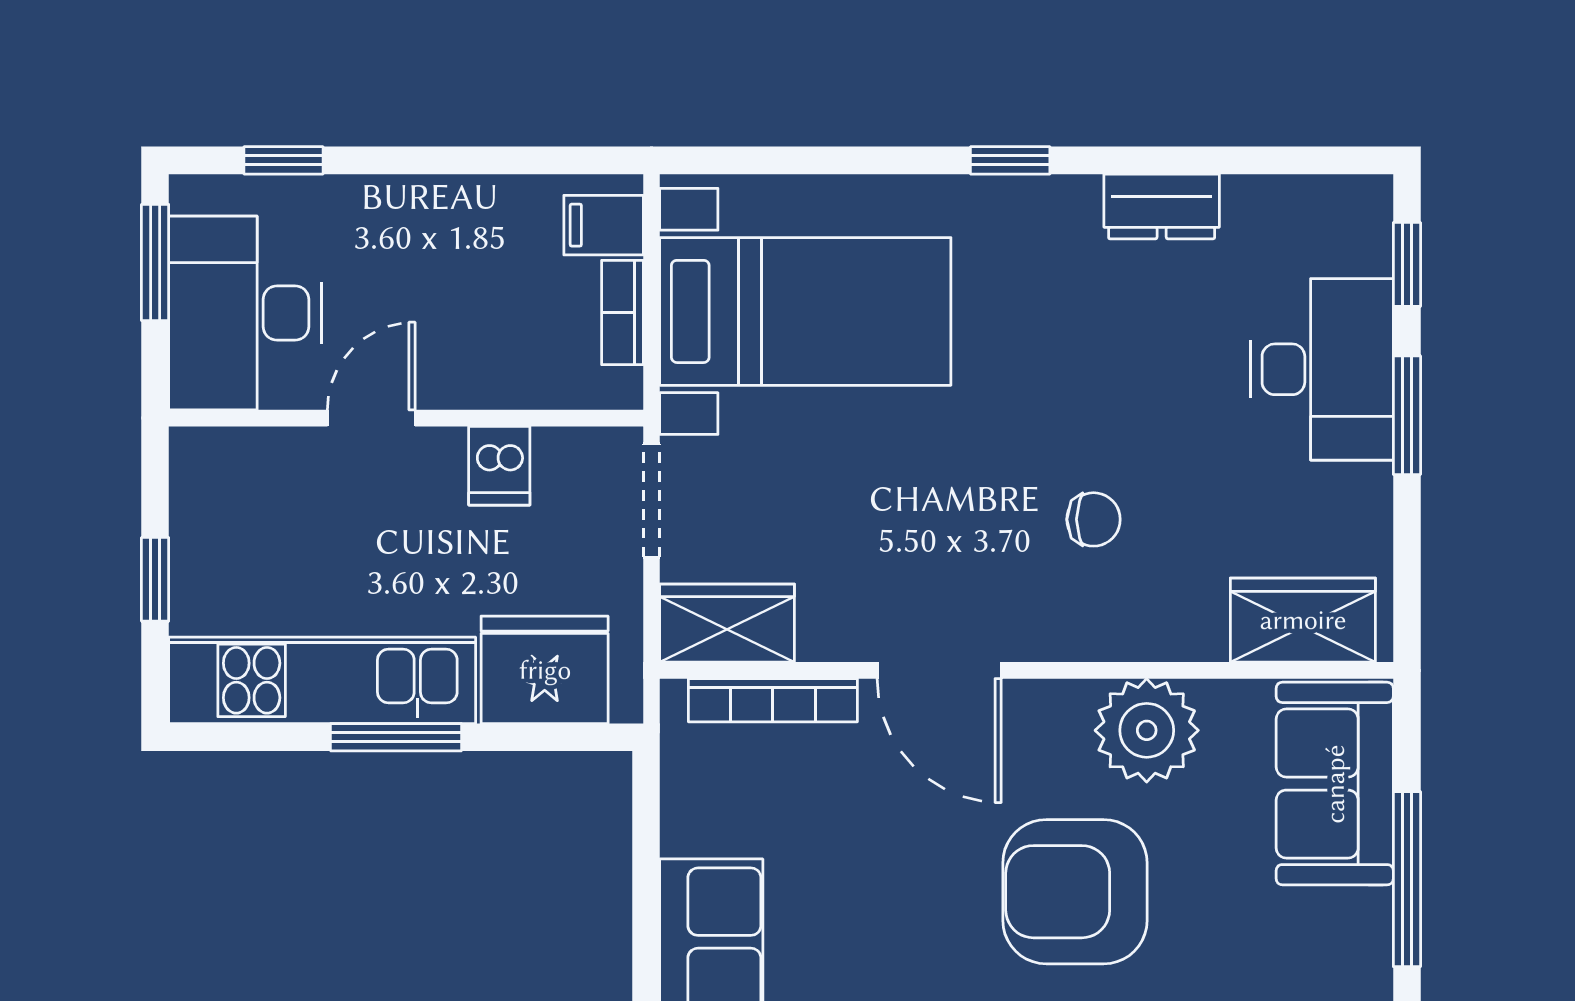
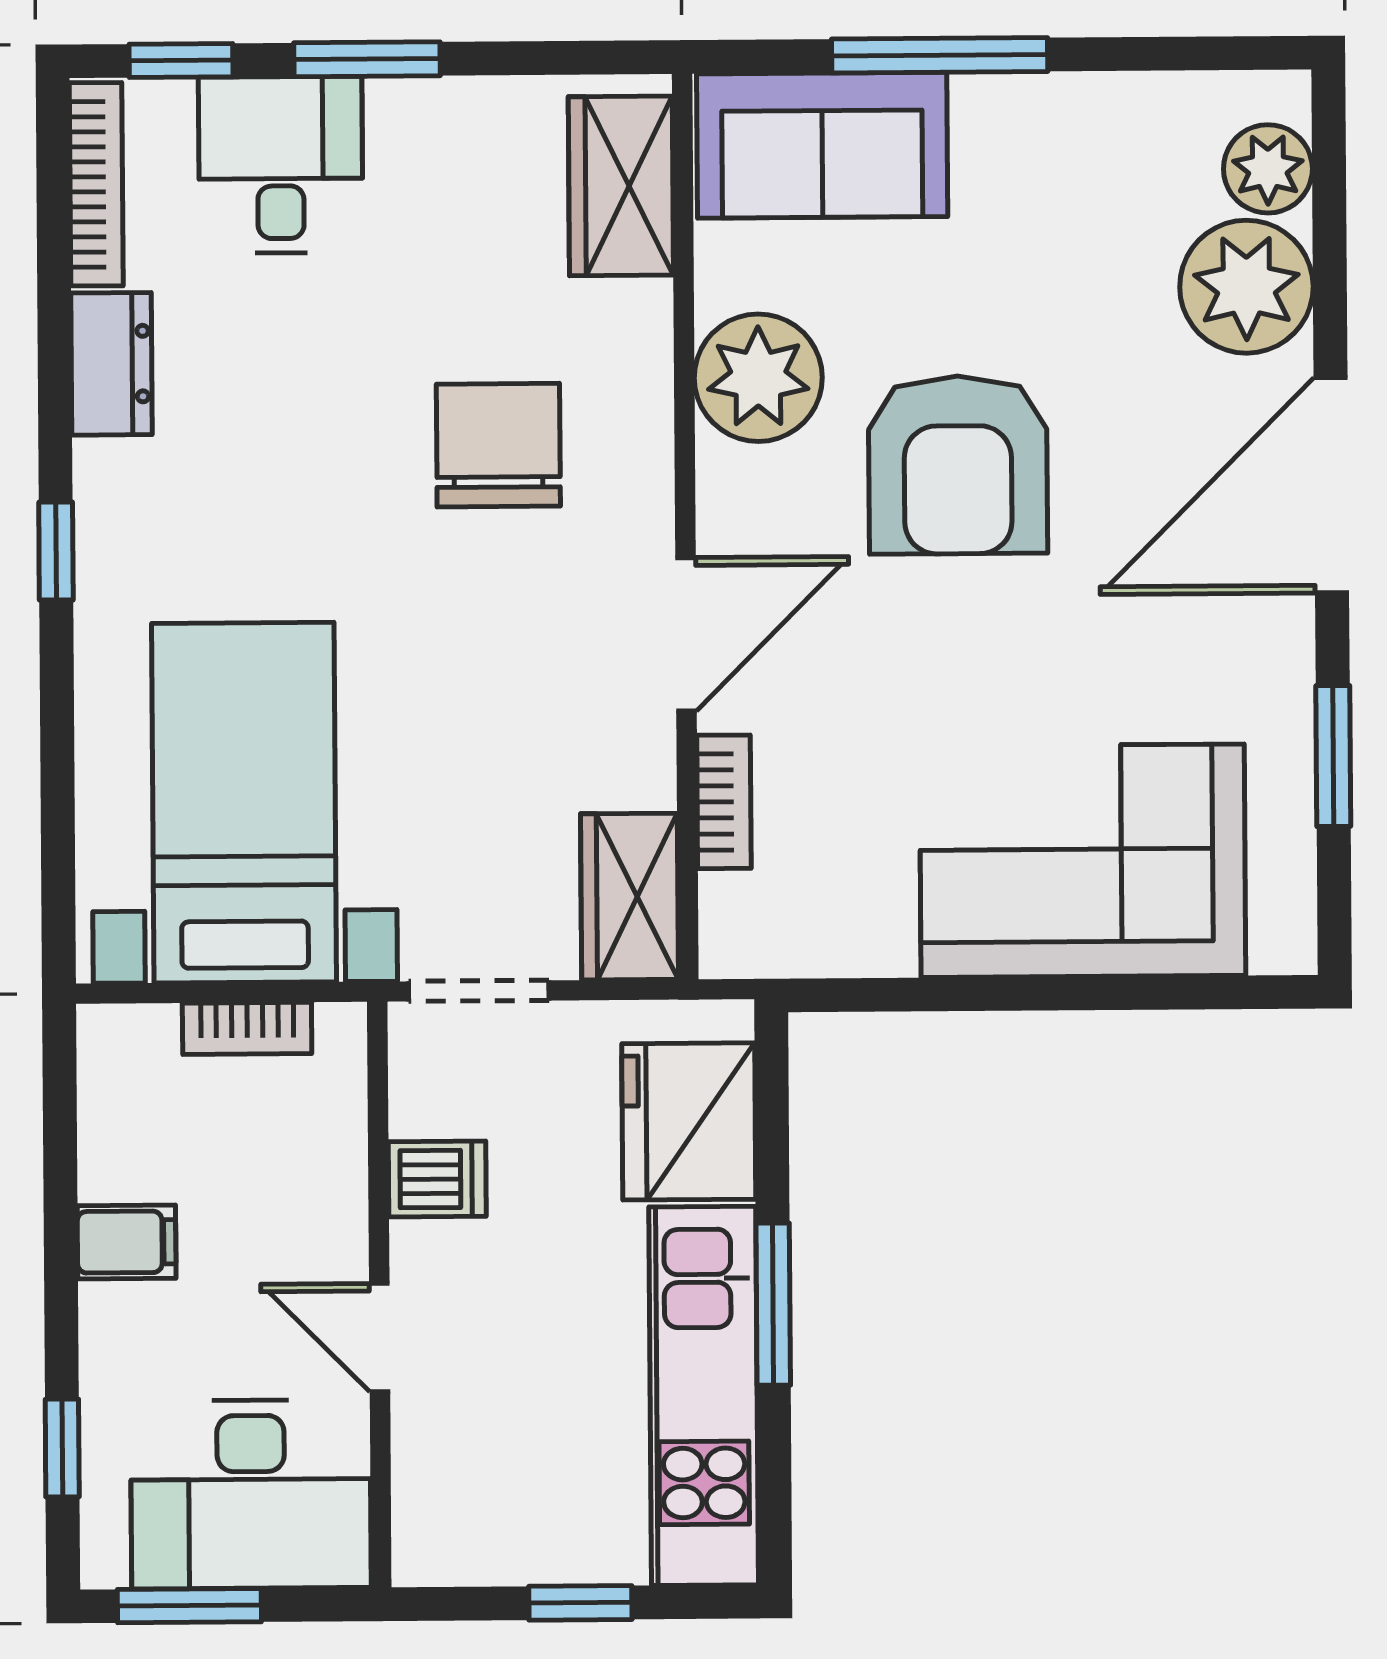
bookcase: (1307, 195) -> (96, 184), added
filing cabinet: (604, 225) -> (127, 1242), moved, turned -90
desk: (1322, 369) -> (281, 165), width x0.73
chair: (1094, 519) -> (498, 445), width x1.87, depth x1.87
bookcase: (773, 700) -> (724, 802), width x0.64

